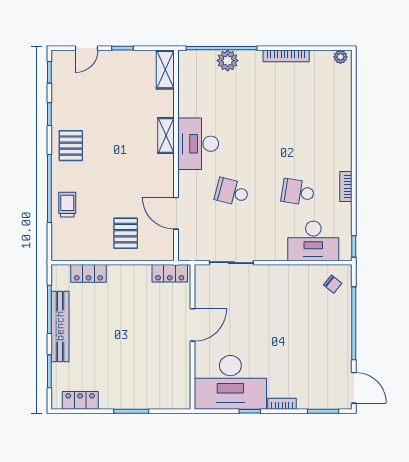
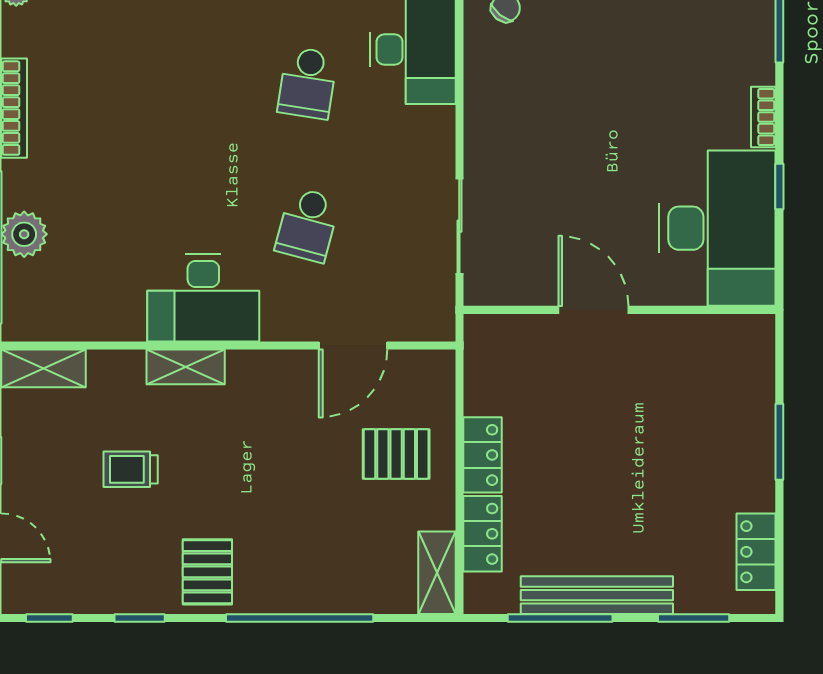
pallet: (71, 146) -> (207, 572), turned 90
trolley: (67, 205) -> (131, 469), moved
shelving: (70, 252) -> (437, 573), added
locker: (170, 273) -> (483, 455), moved

